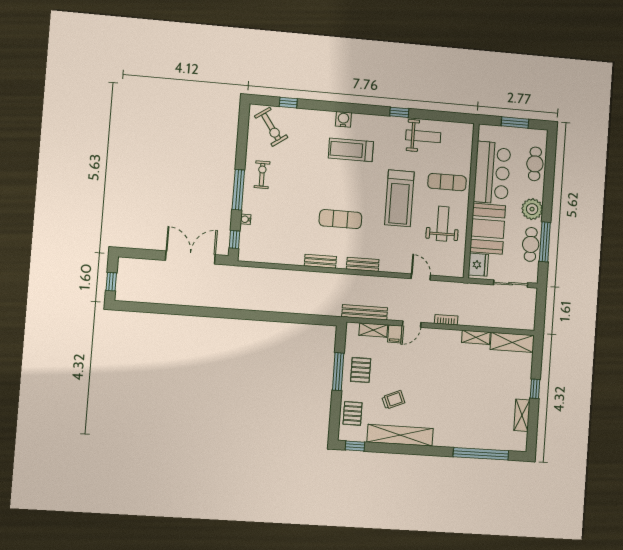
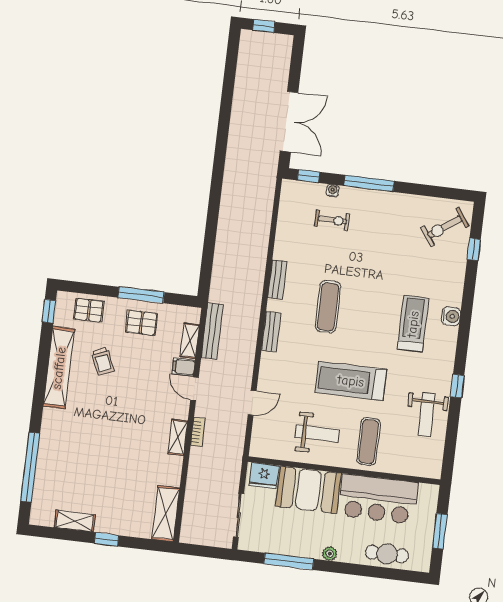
exercise bike: (262, 175) -> (332, 220), moved
plant: (532, 209) -> (330, 554), width x0.53, depth x0.53
cafe table: (531, 244) -> (286, 543), removed
shelving: (476, 337) -> (178, 437), moved

